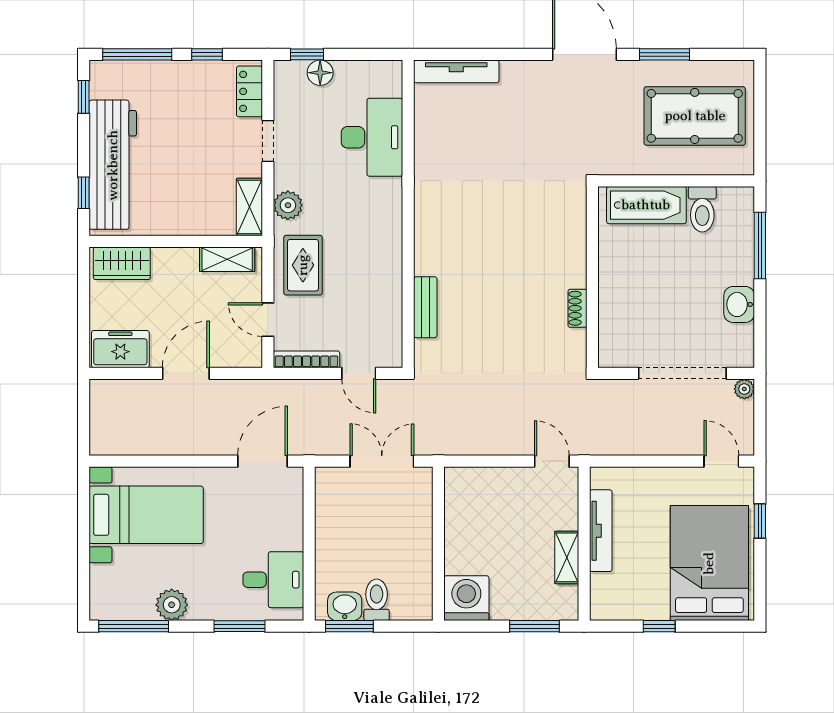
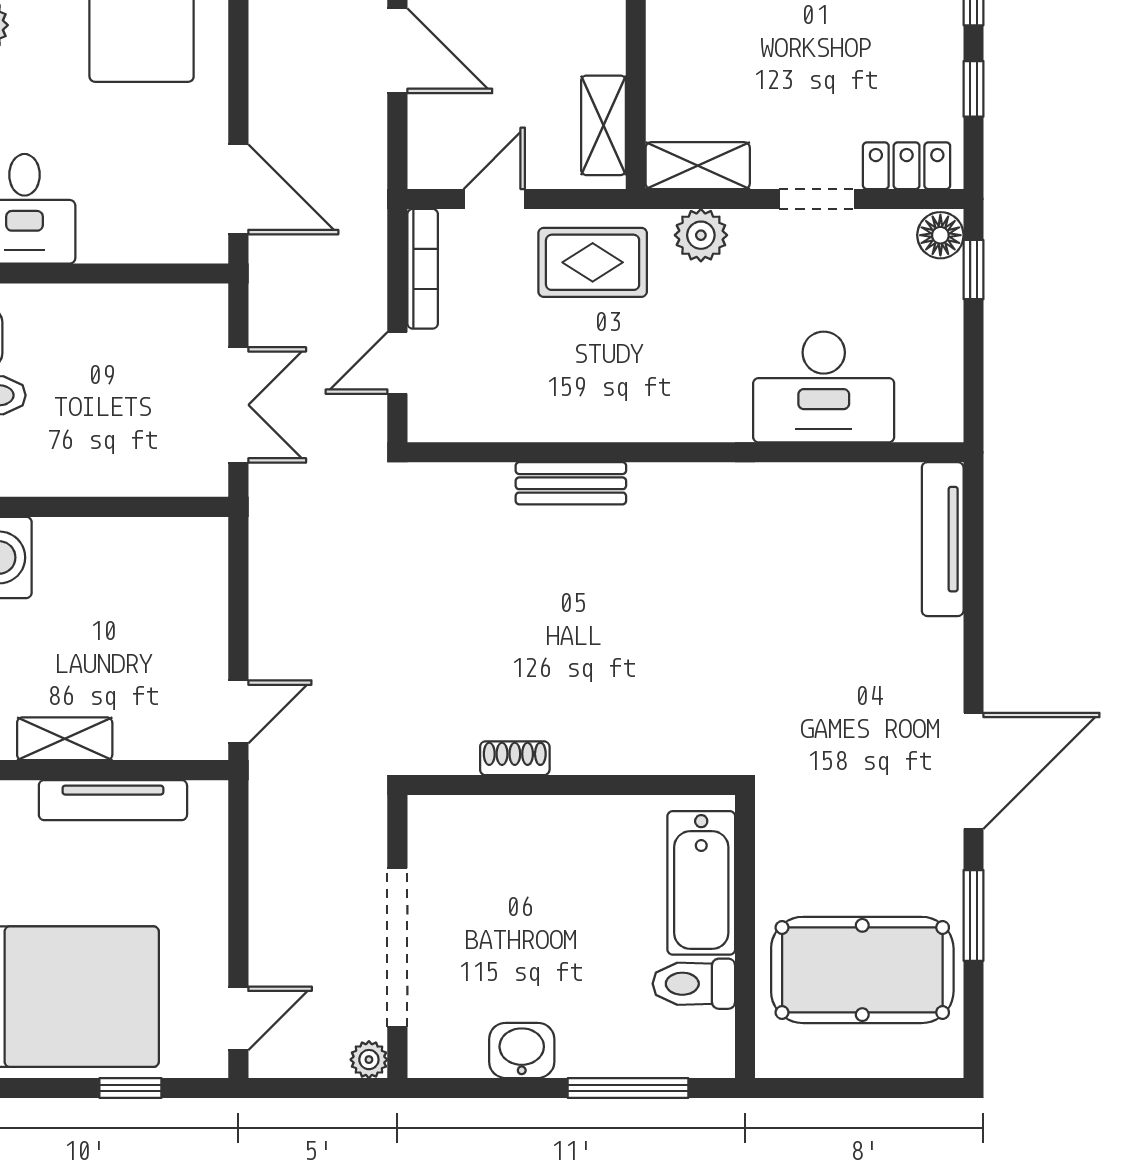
floor lamp: (320, 73) -> (940, 235), moved
pool table: (695, 116) -> (862, 970), turned 90
bench: (425, 307) -> (571, 483), moved

